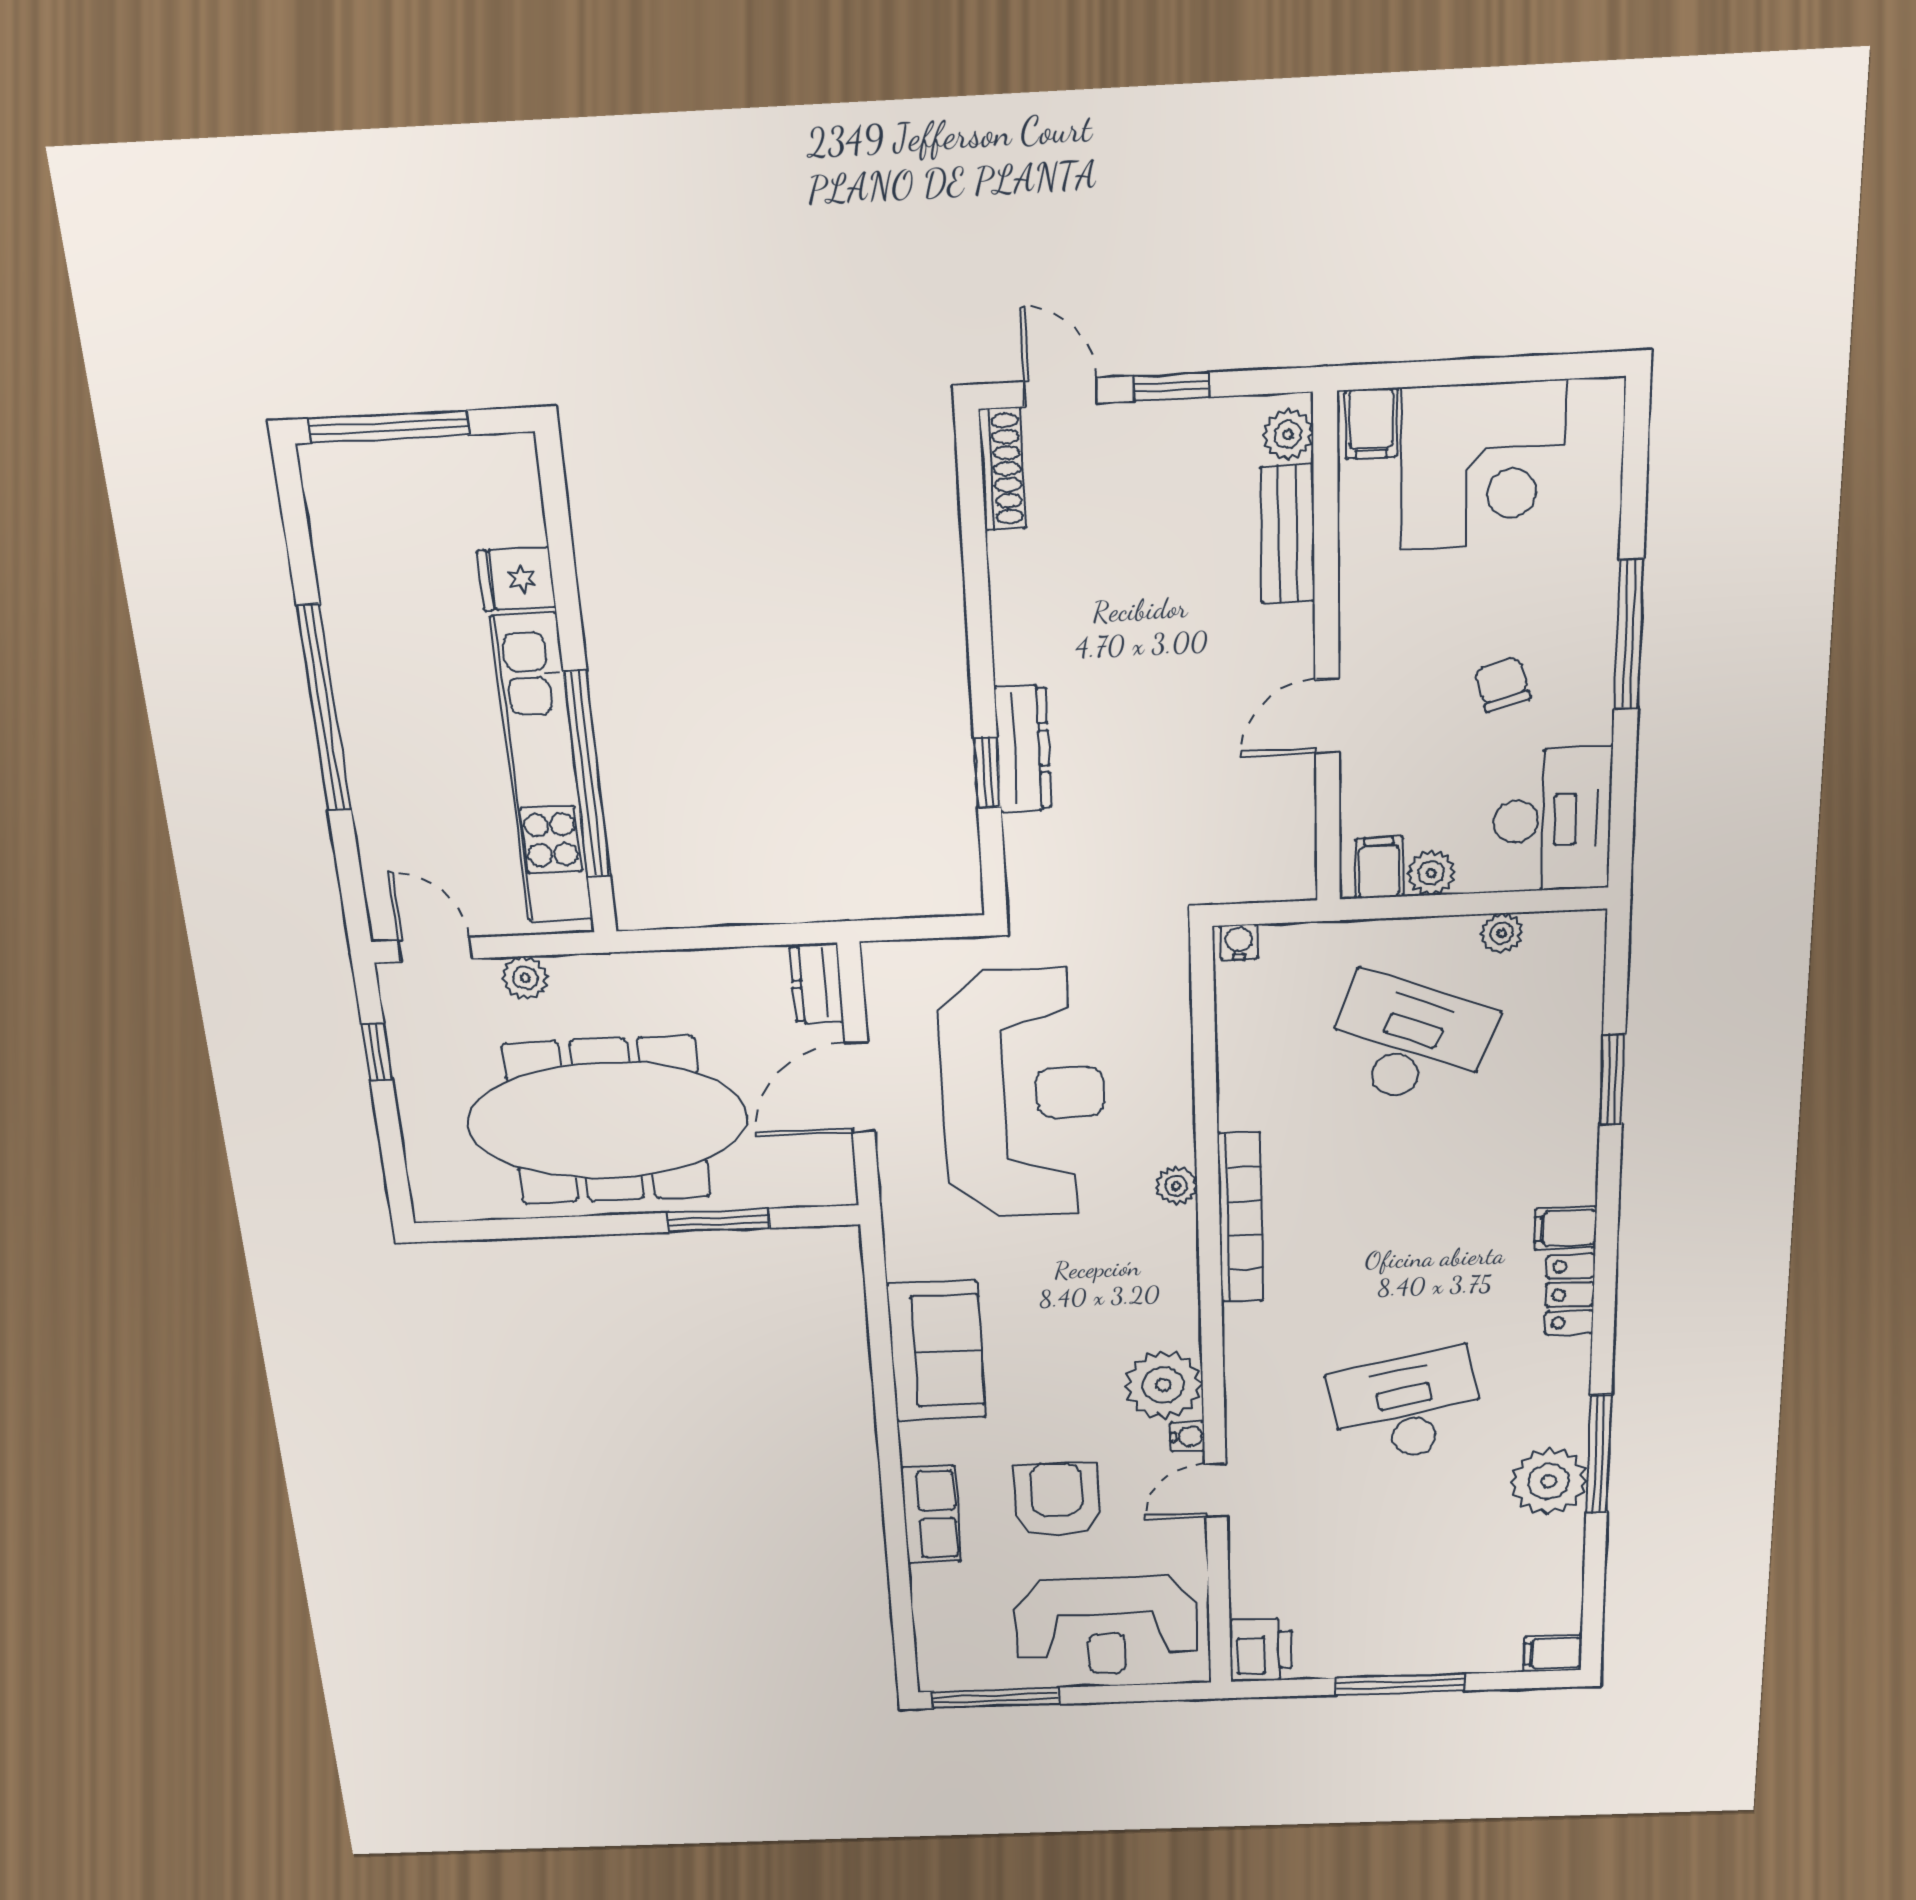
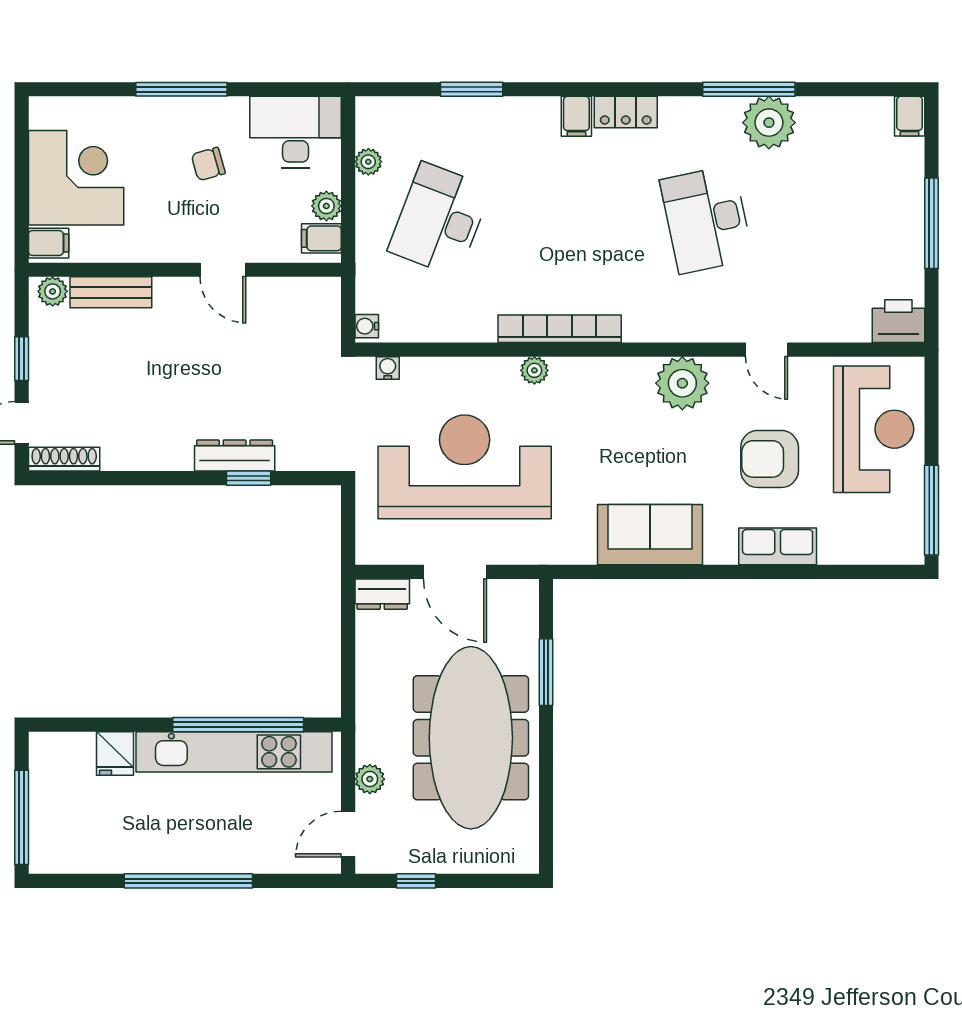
water cooler: (1188, 1436) -> (388, 368), moved

